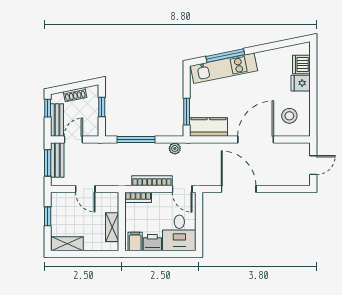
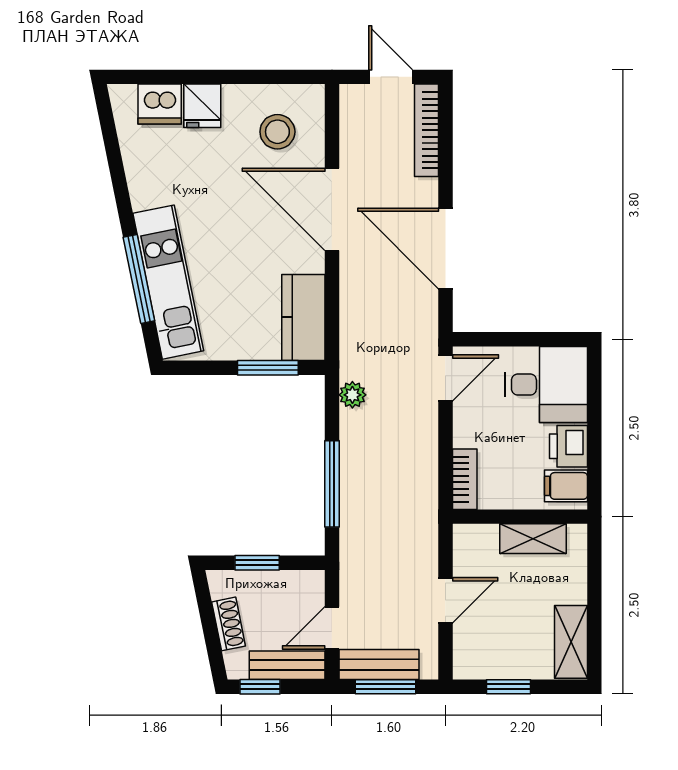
door: (73, 140) -> (332, 628), hinge flipped
bookcase: (152, 181) -> (427, 130), moved
door: (239, 189) -> (445, 249), hinge flipped

